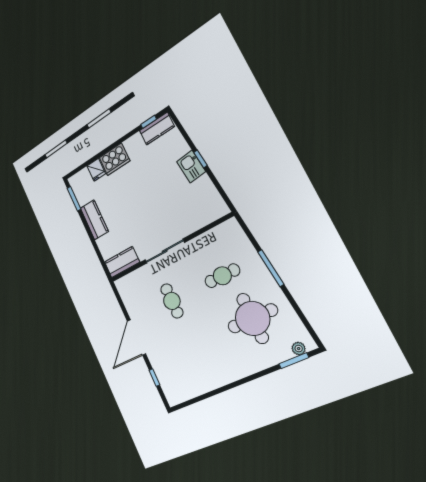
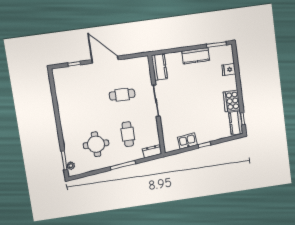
cooker: (115, 159) -> (232, 101), moved
kitchen sink: (191, 167) -> (187, 141), moved
dresser: (235, 232) -> (152, 151), added
round table: (253, 318) -> (96, 144), width x0.73, depth x0.73

